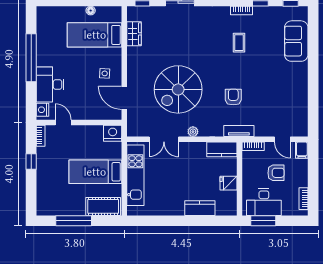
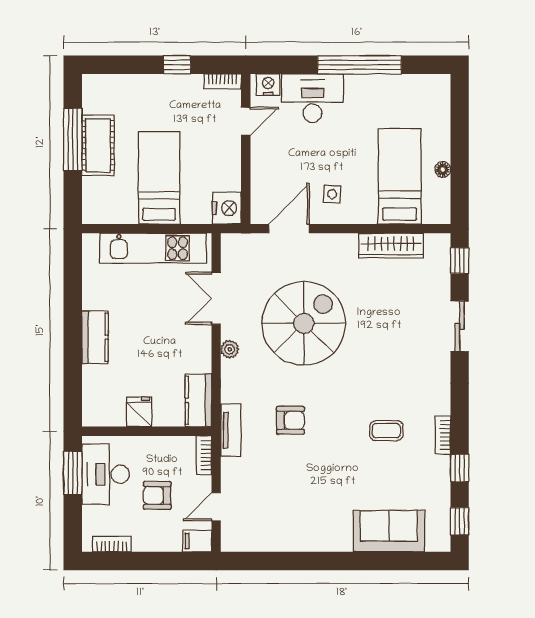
wardrobe: (134, 34) -> (391, 246), width x1.50
spiral stairs: (178, 89) -> (304, 323), turned 90
armchair: (276, 173) -> (157, 495), turned 90
cot: (103, 206) -> (98, 146), moved
kitchen counter: (200, 208) -> (95, 337), moved

